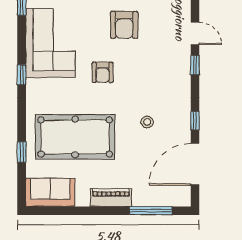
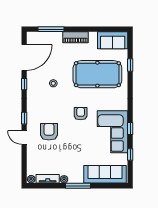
armchair: (124, 25) -> (49, 132), moved
window: (22, 75) -> (130, 129), moved

